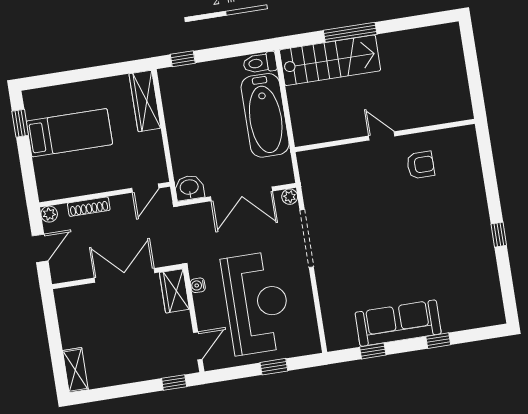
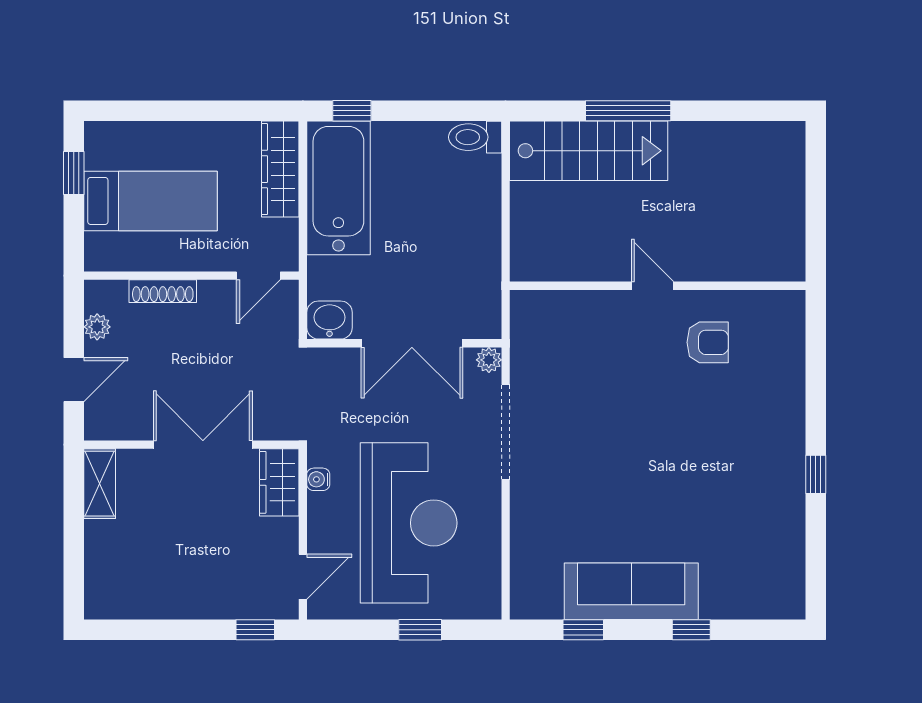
bathtub: (265, 115) -> (338, 188), moved, turned 180
door: (145, 188) -> (258, 276), moved
wall: (105, 195) -> (191, 276), moved
shoe rack: (89, 207) -> (163, 291), moved
shelving: (75, 370) -> (100, 484), moved

